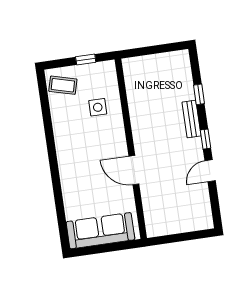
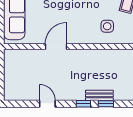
bench: (191, 119) -> (99, 95), moved
window: (205, 139) -> (83, 104), moved

